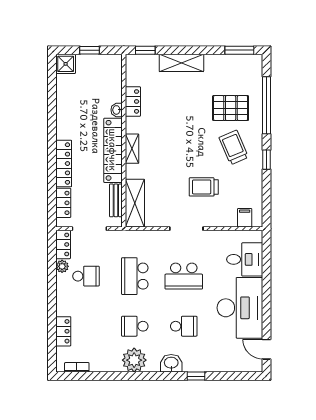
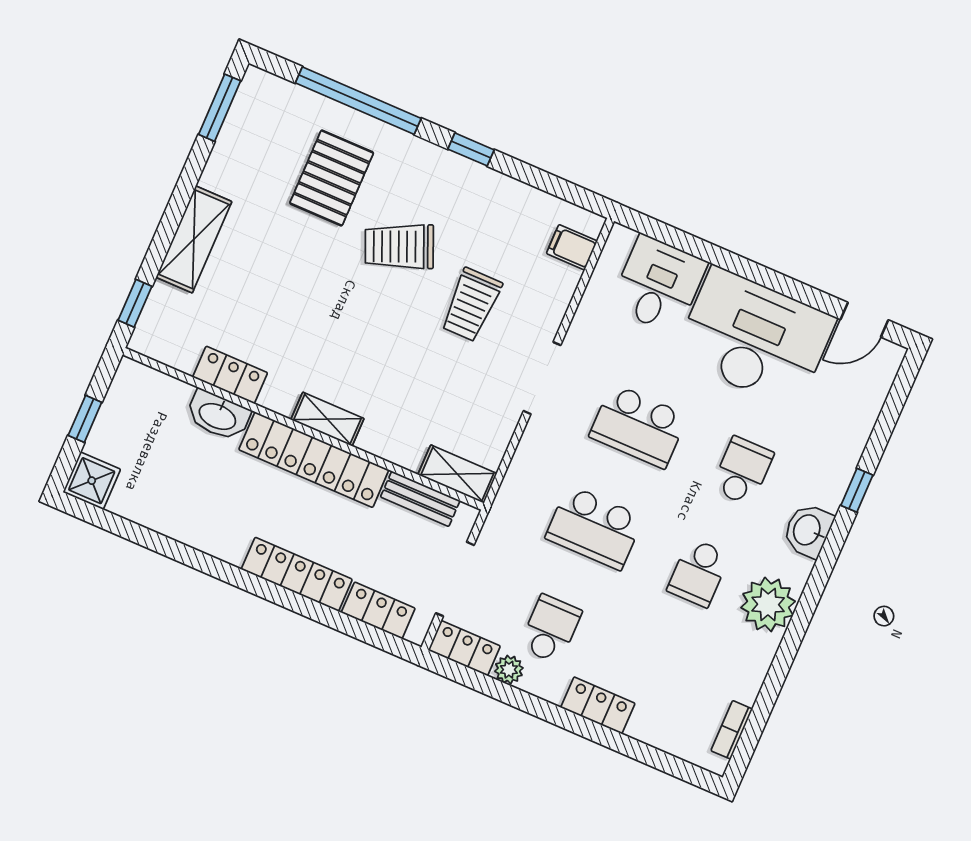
washbasin: (117, 110) -> (218, 416), width x1.91, depth x1.45
trolley: (234, 147) -> (399, 247), moved
shelving: (135, 203) -> (457, 474), width x0.67, depth x0.75
school desk: (184, 276) -> (638, 426), turned 90
locker: (63, 331) -> (598, 705), moved

